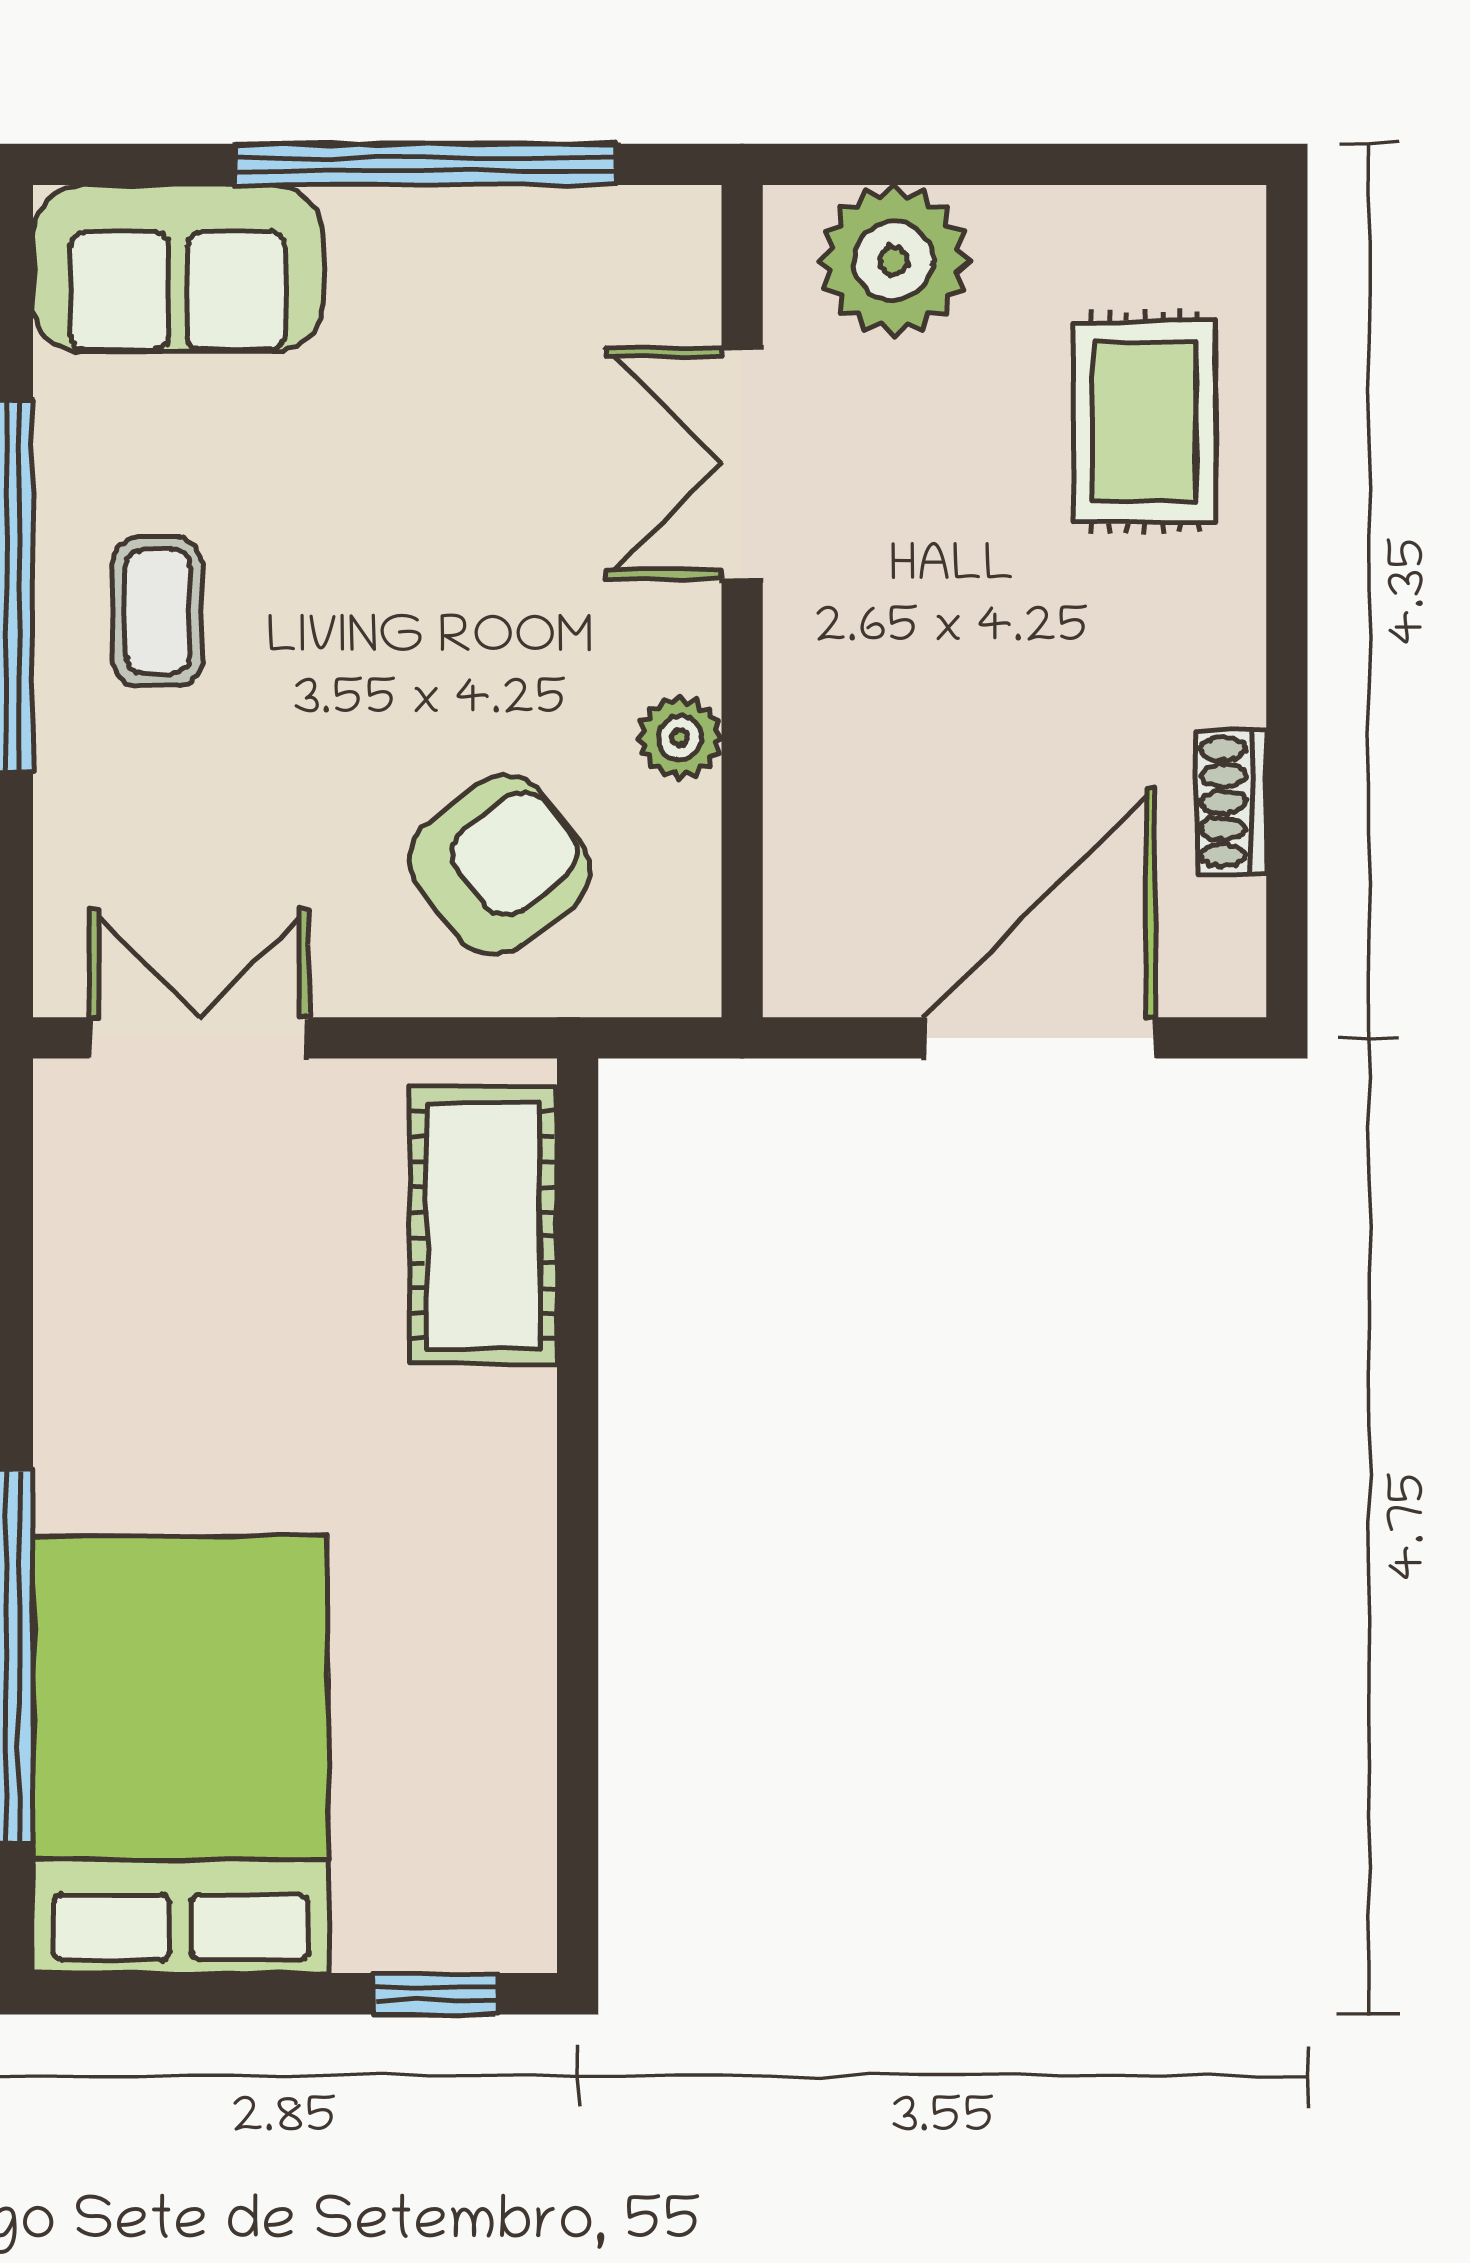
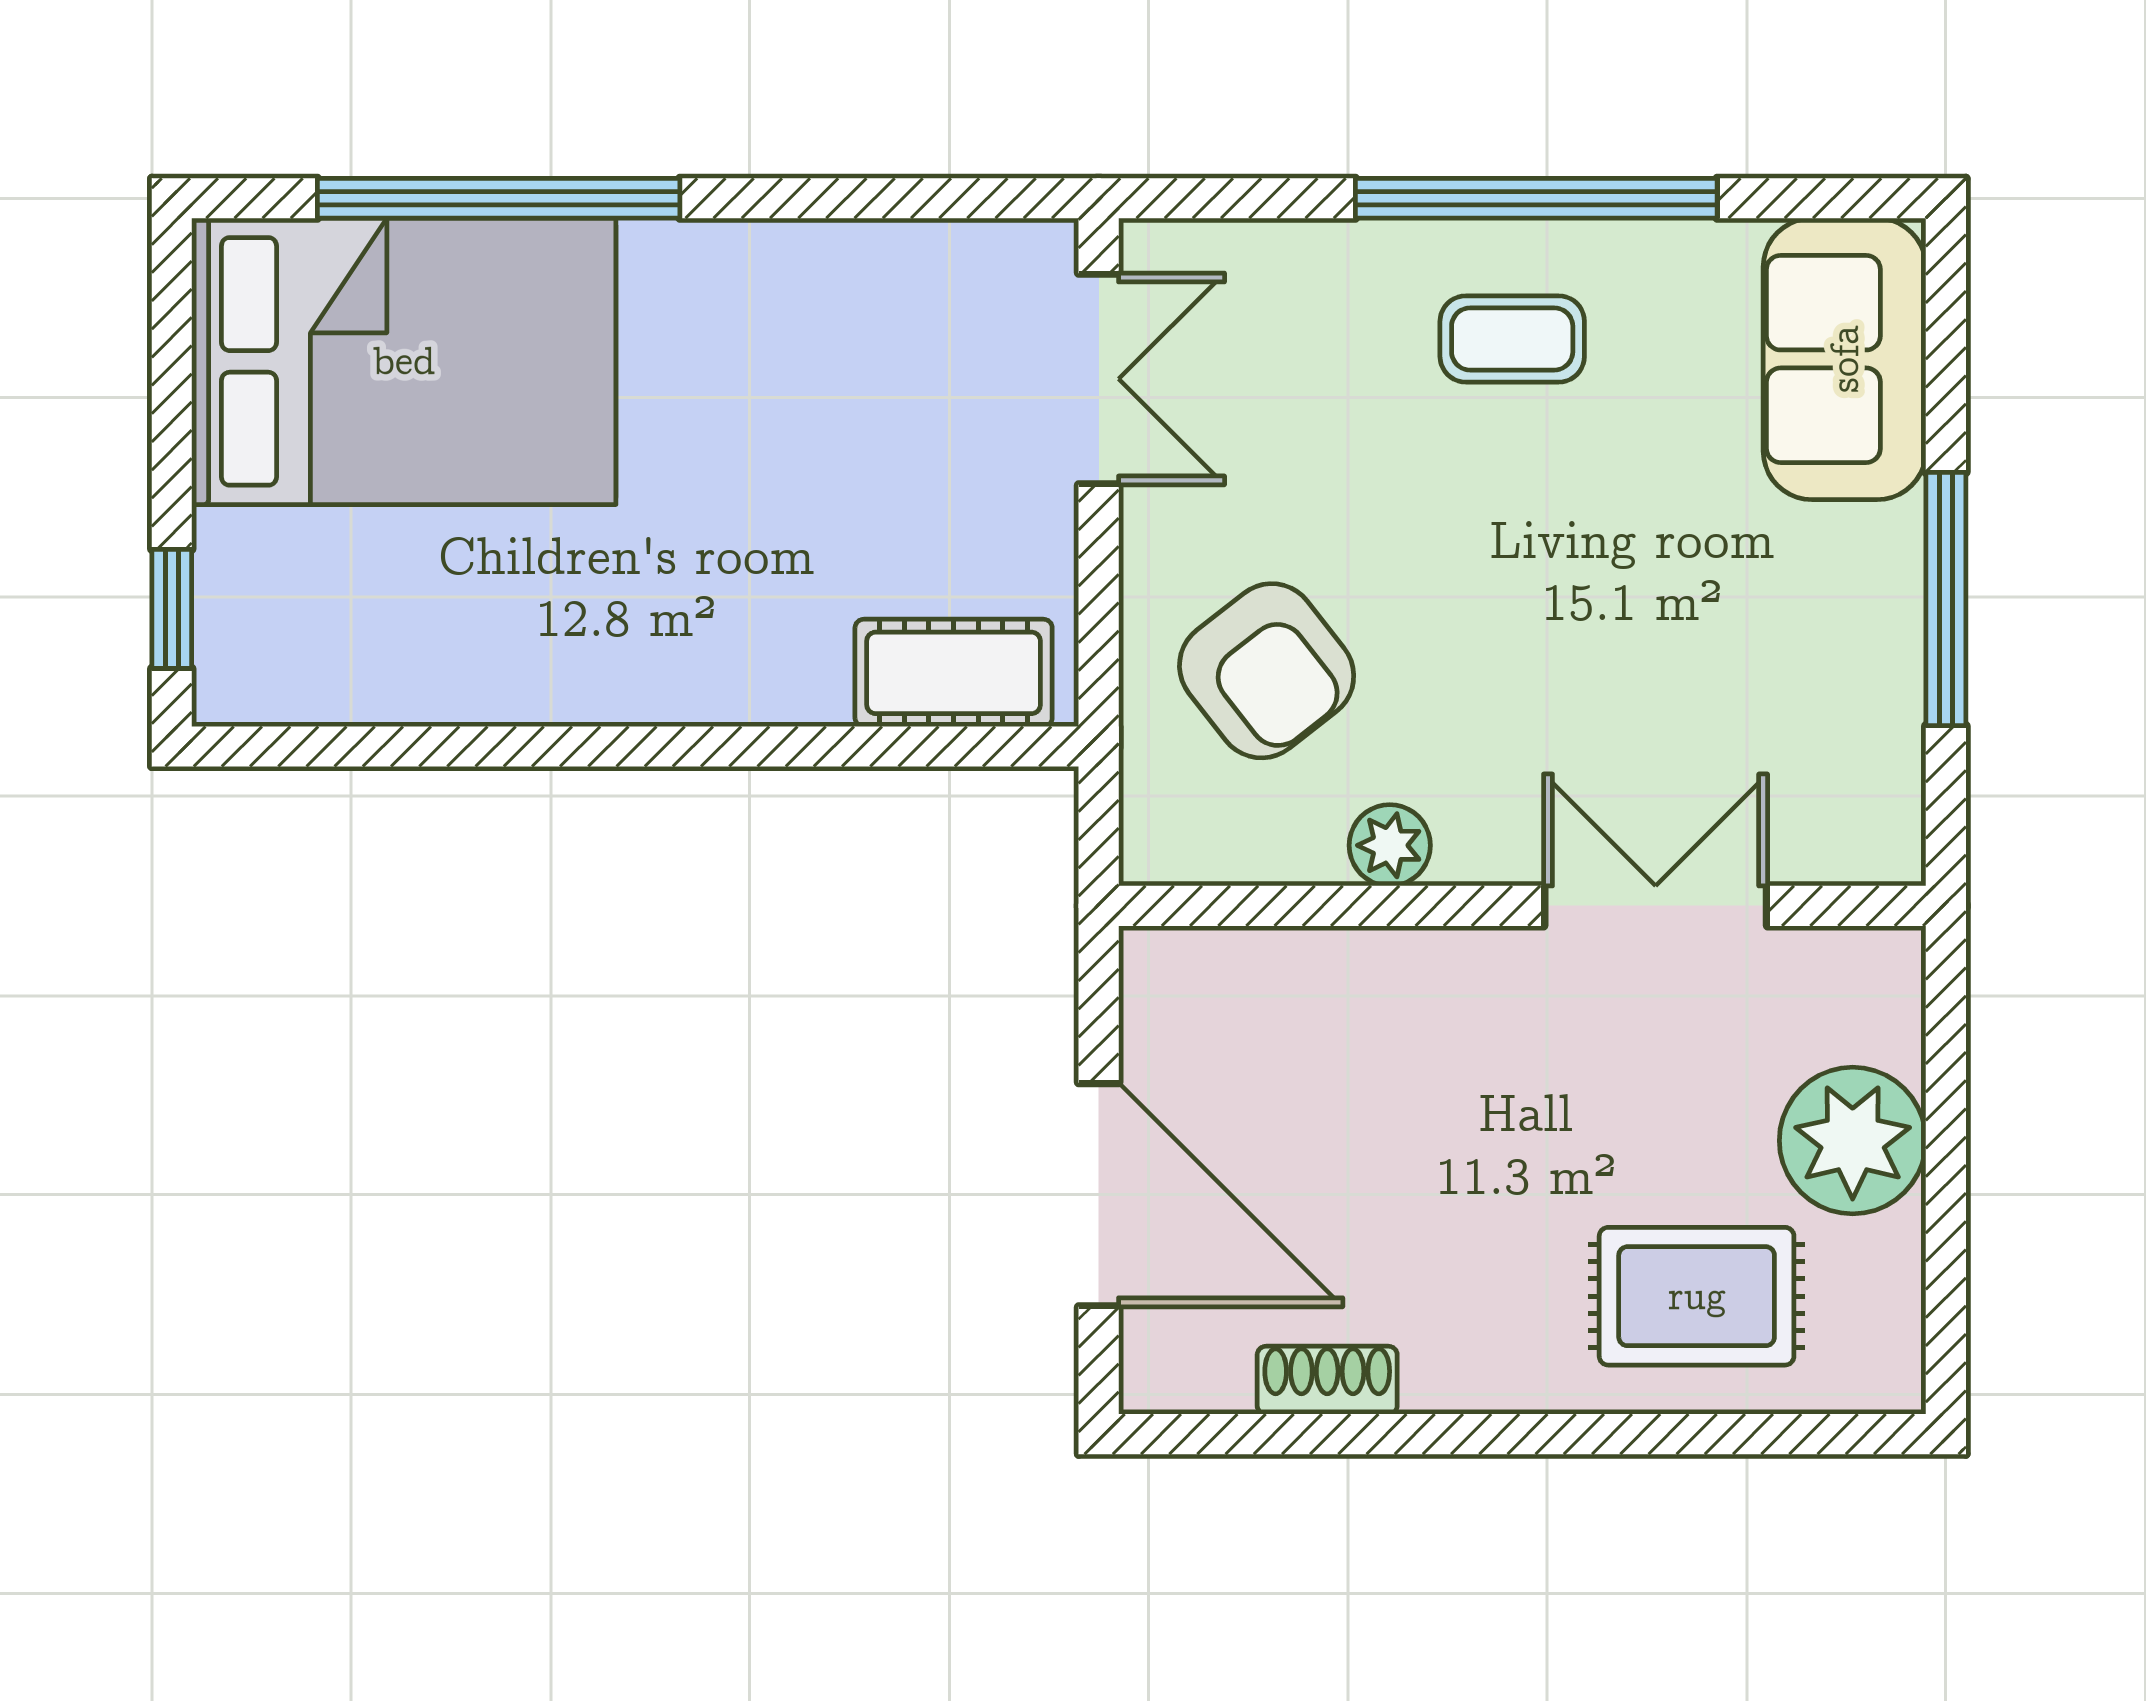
window: (426, 164) -> (1946, 599), width x0.68
plant: (894, 260) -> (1853, 1141), moved
cot: (483, 1225) -> (954, 673), width x0.73, depth x0.75

